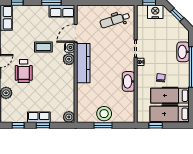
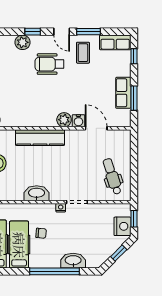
row of seats: (62, 11) -> (123, 93), moved
coffee table: (43, 47) -> (83, 53), moved
kitchen counter: (83, 63) -> (40, 138), moved

